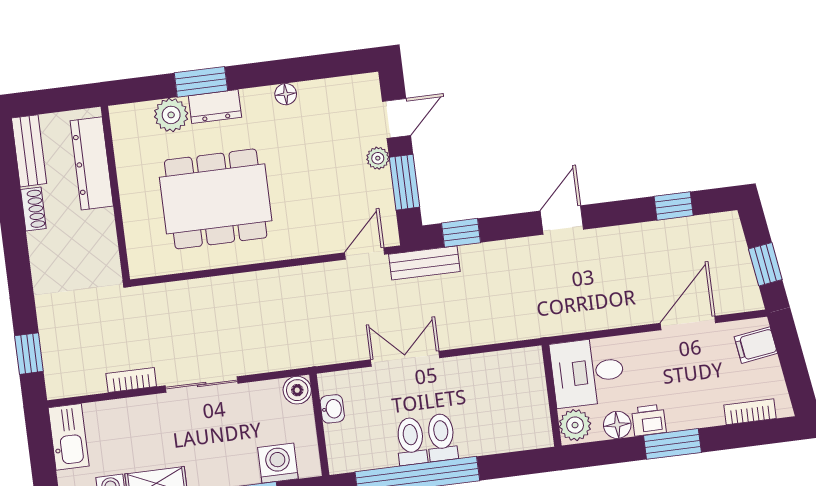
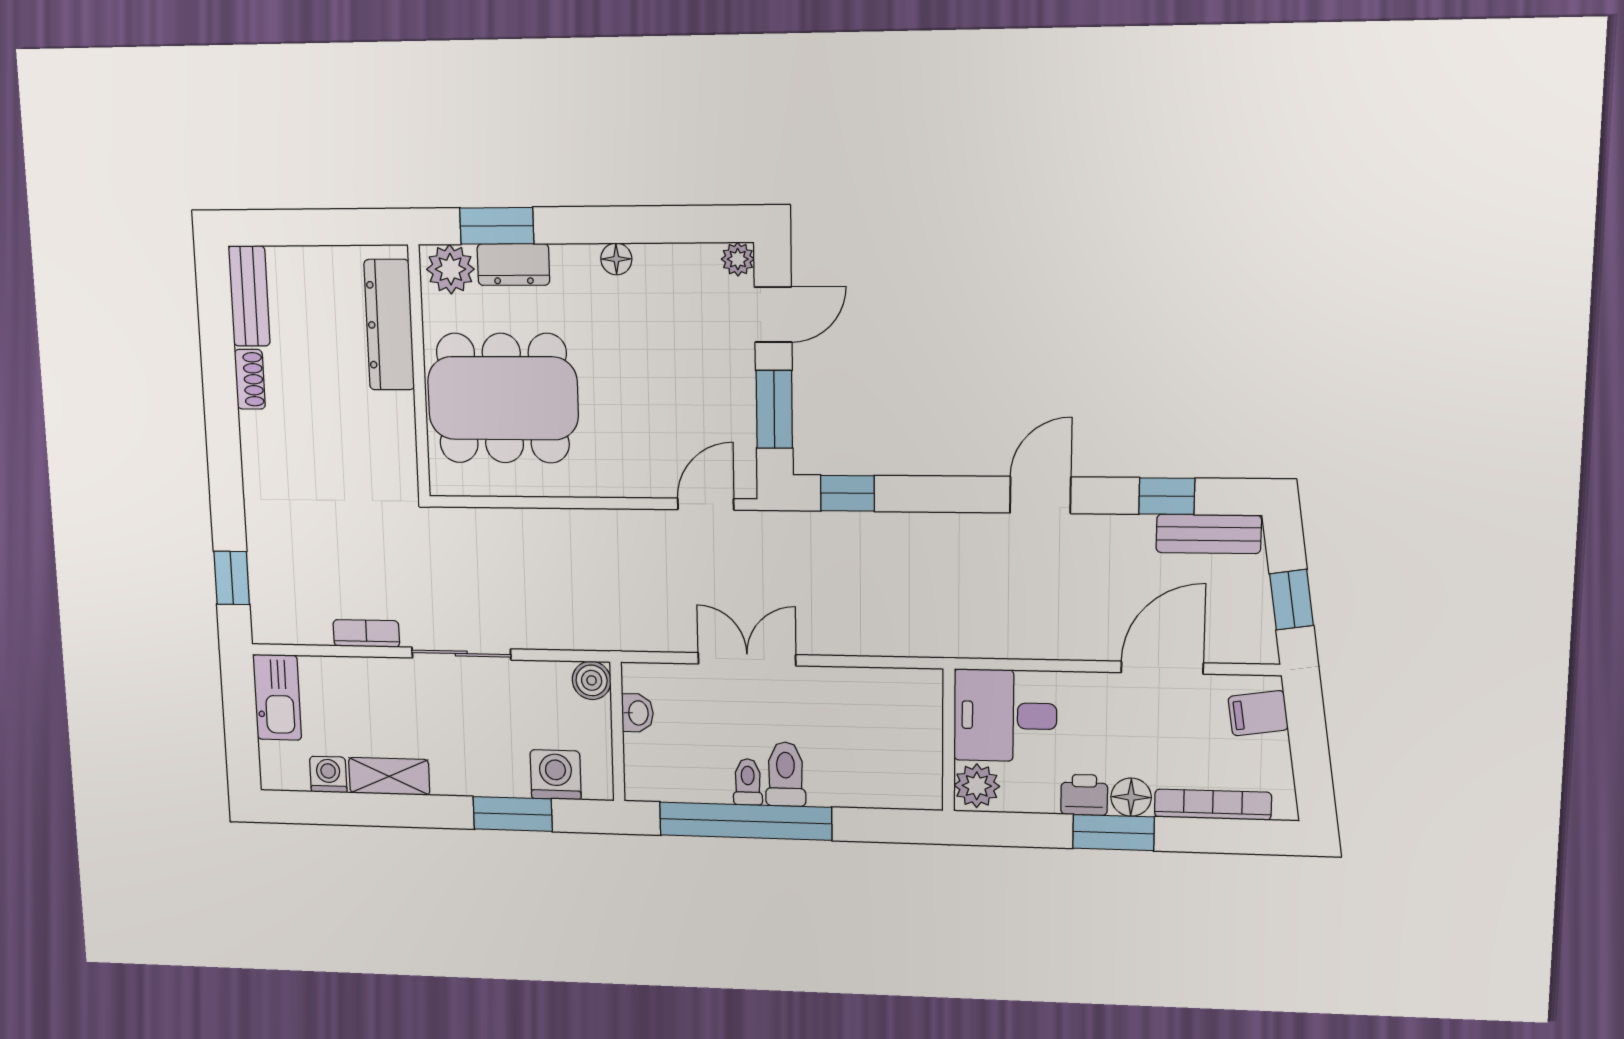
plant: (378, 158) -> (738, 259), moved
dresser: (92, 163) -> (389, 325), moved
wall: (115, 193) -> (419, 372), moved
door: (562, 220) -> (1040, 495), moved
bench: (424, 263) -> (1209, 534), moved
bookcase: (750, 412) -> (1213, 805), width x1.56
floor lamp: (617, 425) -> (1131, 797), moved
toilet: (411, 441) -> (748, 782), width x0.73, depth x0.72

